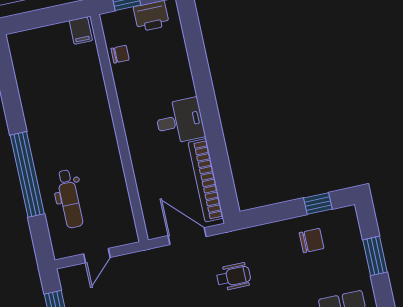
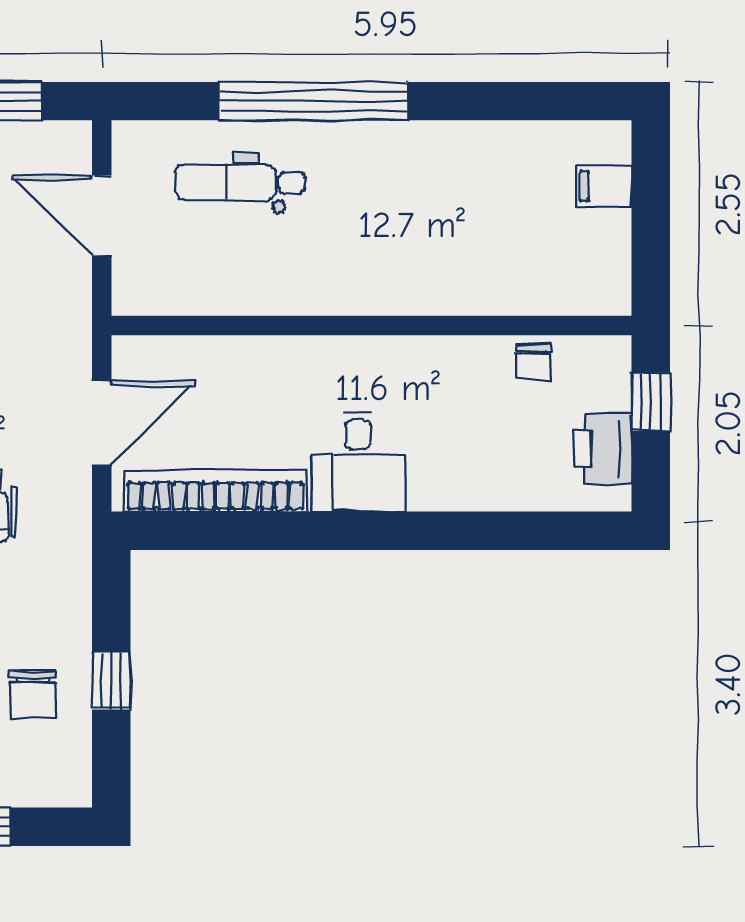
filing cabinet: (81, 31) -> (604, 186), moved
window: (318, 204) -> (111, 681), moved
door: (97, 256) -> (102, 216), width x1.38

